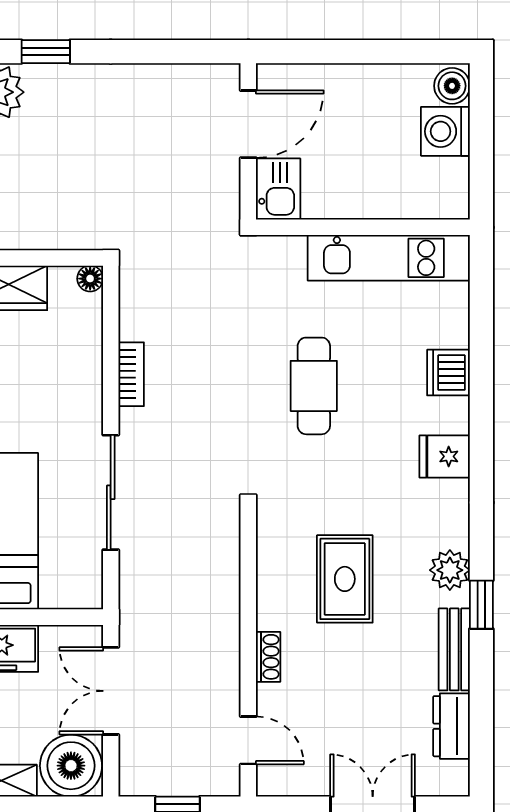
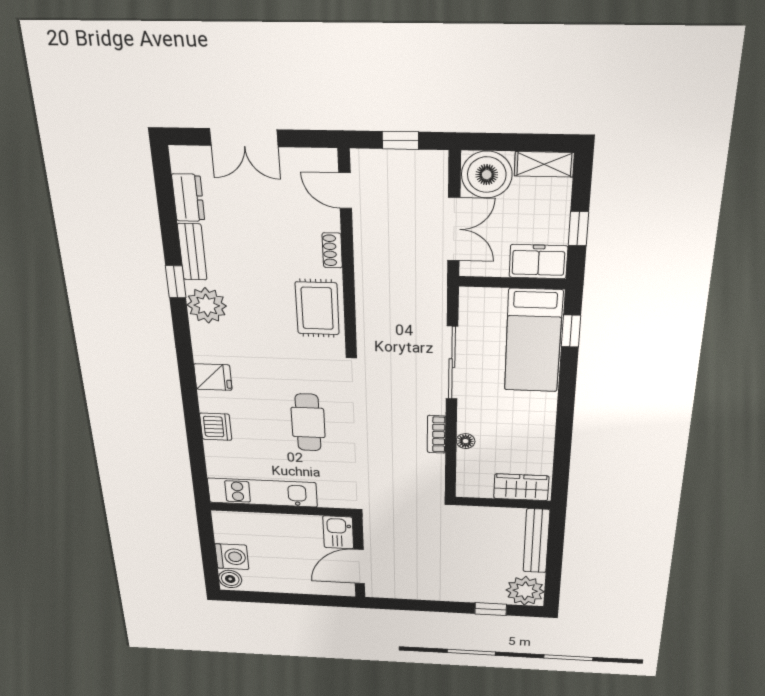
floor lamp: (90, 279) -> (466, 441), moved
plant: (450, 570) -> (207, 305), width x1.36, depth x1.36
rug: (345, 579) -> (317, 308), moved

